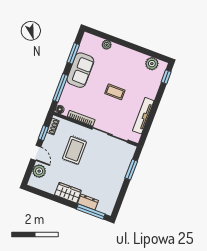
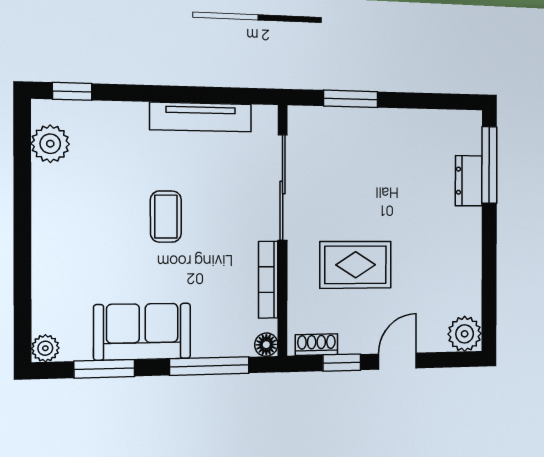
plant: (107, 45) -> (45, 348), moved
plant: (39, 171) -> (465, 334), moved
wardrobe: (68, 193) -> (465, 240), removed

